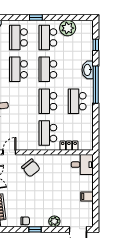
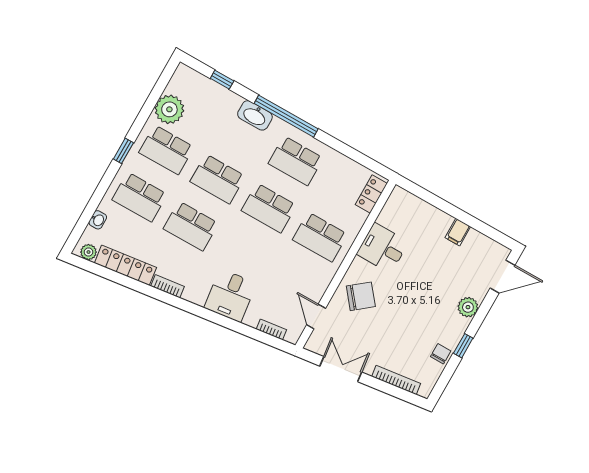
locker: (69, 146) -> (371, 194), moved
desk: (82, 165) -> (383, 248), moved, turned -90

